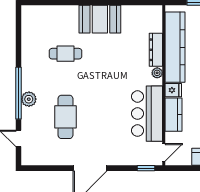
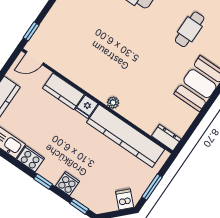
dresser: (156, 50) -> (166, 138), moved, width x0.70
bar counter: (147, 114) -> (81, 67), removed
door: (164, 152) -> (34, 58), hinge flipped

